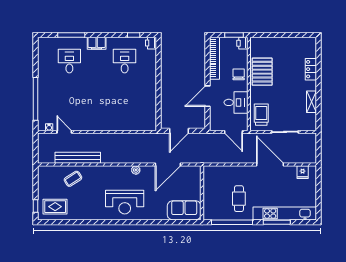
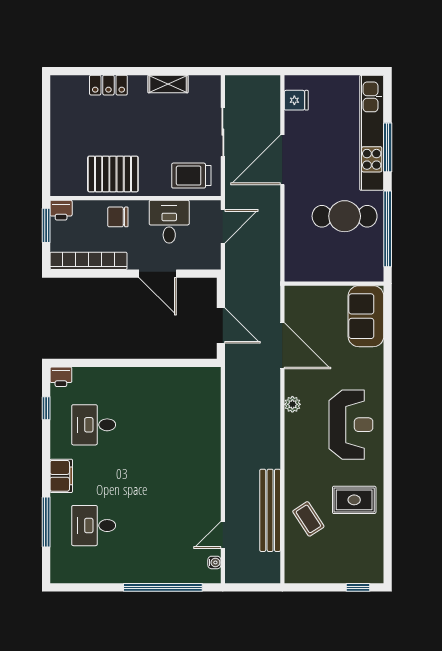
cafe table: (239, 199) -> (345, 216), width x1.37, depth x1.35
rug: (55, 207) -> (354, 500), moved, turned 90

